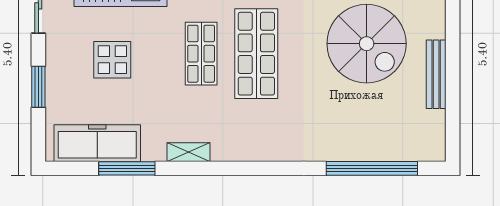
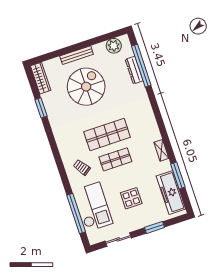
bench: (436, 74) -> (77, 55), moved
plant: (430, 126) -> (114, 46), added
dresser: (368, 151) -> (134, 70), added

